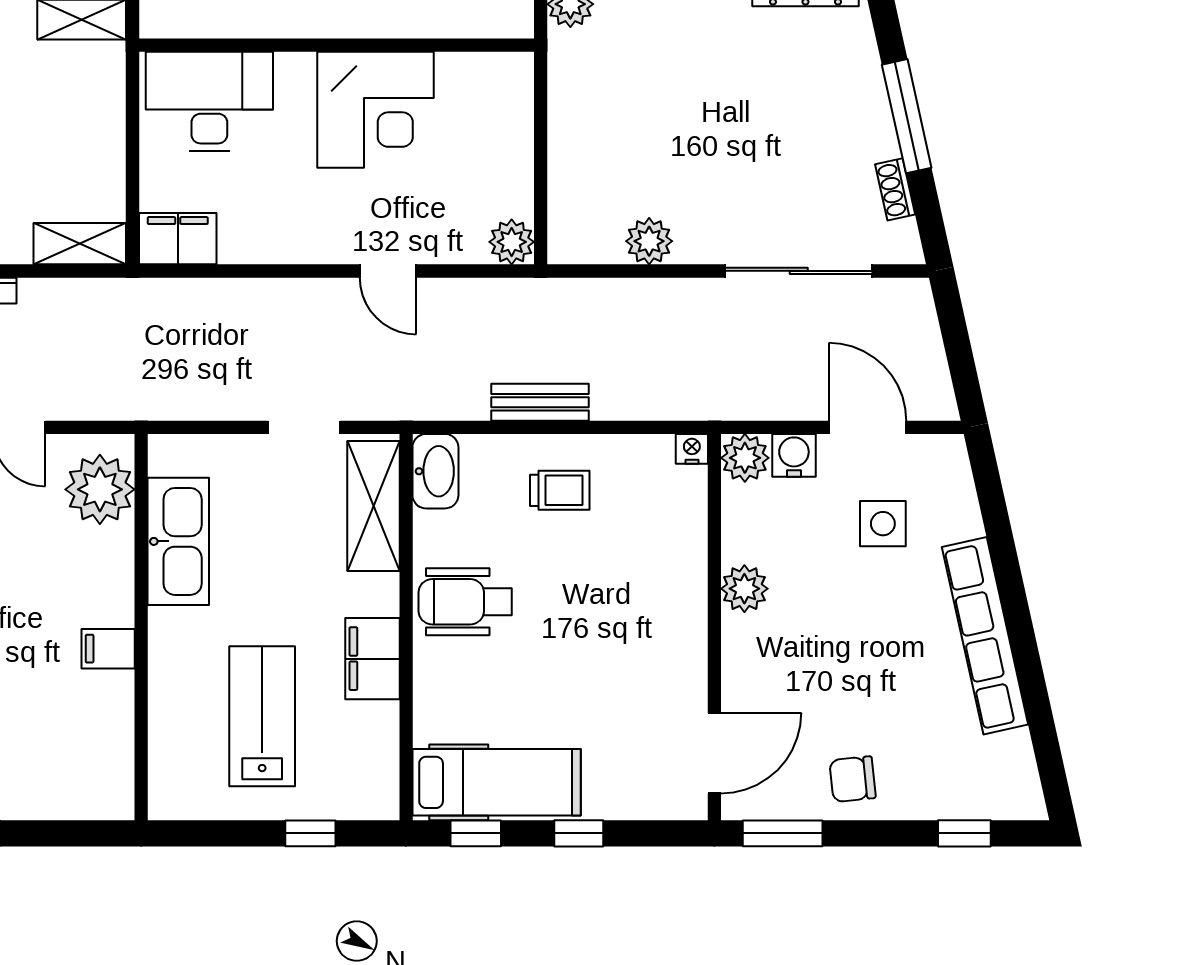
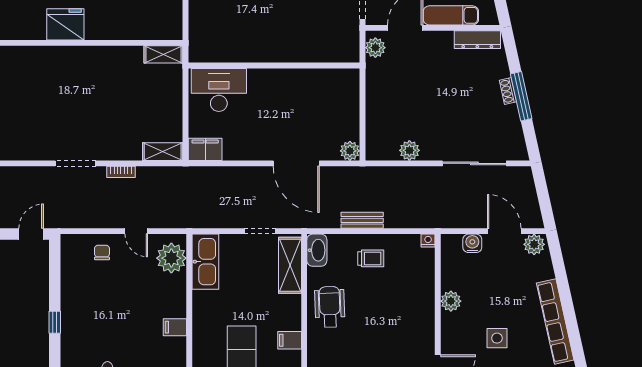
corner desk: (375, 110) -> (291, 93), removed
shoe rack: (895, 189) -> (508, 91), moved
door: (388, 271) -> (296, 163), width x1.87
plant: (745, 458) -> (534, 244), moved
side table: (883, 524) -> (497, 338), moved
kitchen sink: (178, 541) -> (205, 262), moved
wheelchair: (465, 602) -> (330, 307), turned 88
filing cabinet: (372, 659) -> (290, 340), width x0.50

